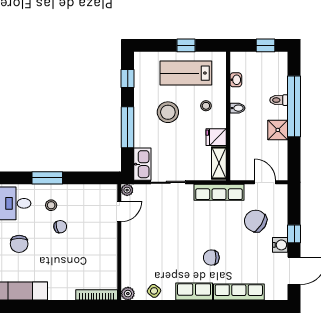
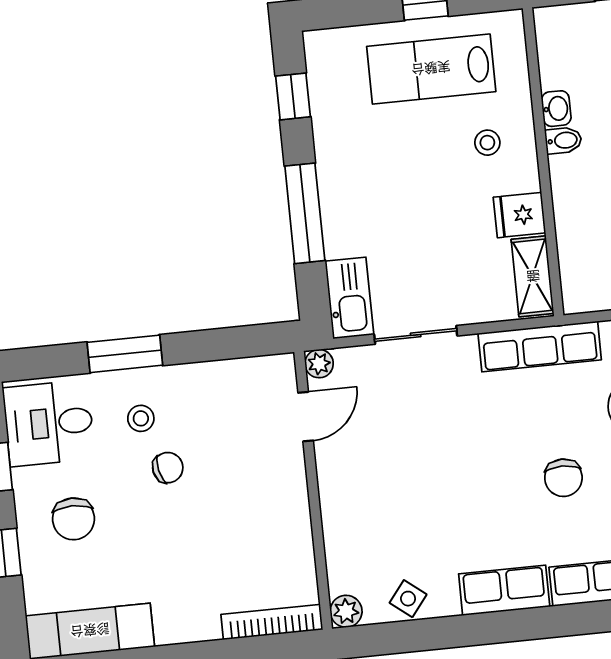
washbasin: (236, 80) -> (556, 109), moved
stool: (168, 112) -> (398, 167), removed
chair: (211, 258) -> (563, 478), moved, turned -90

